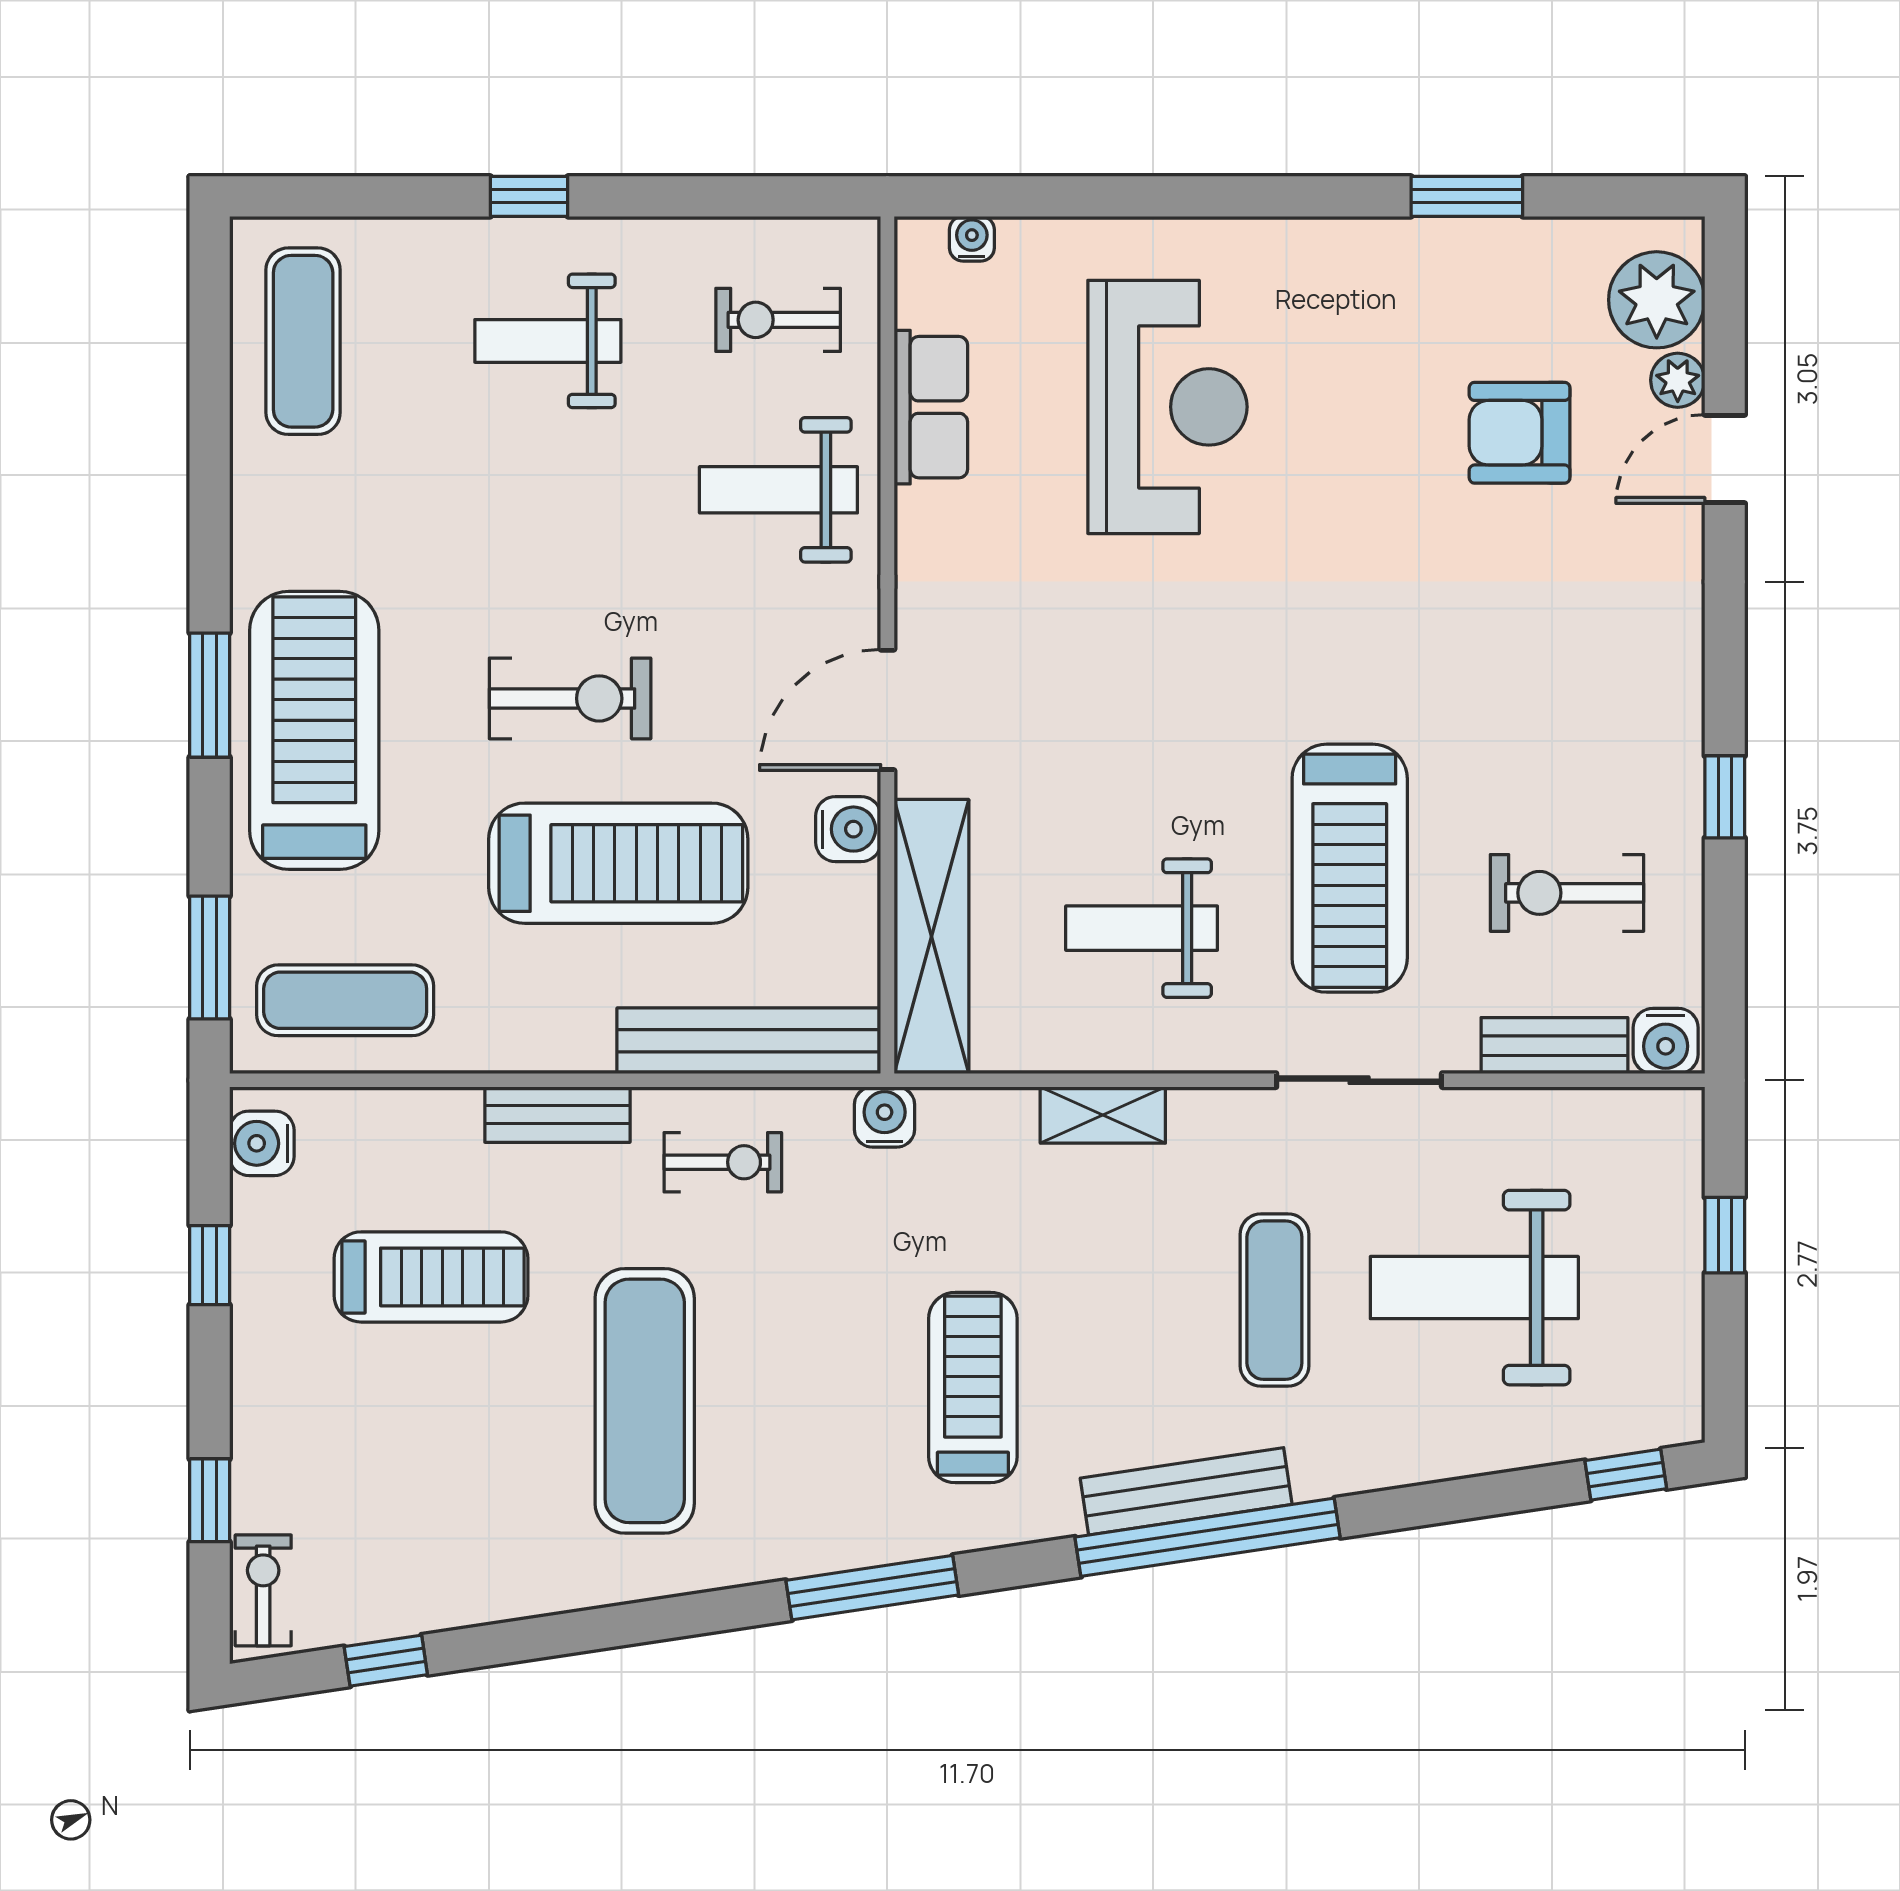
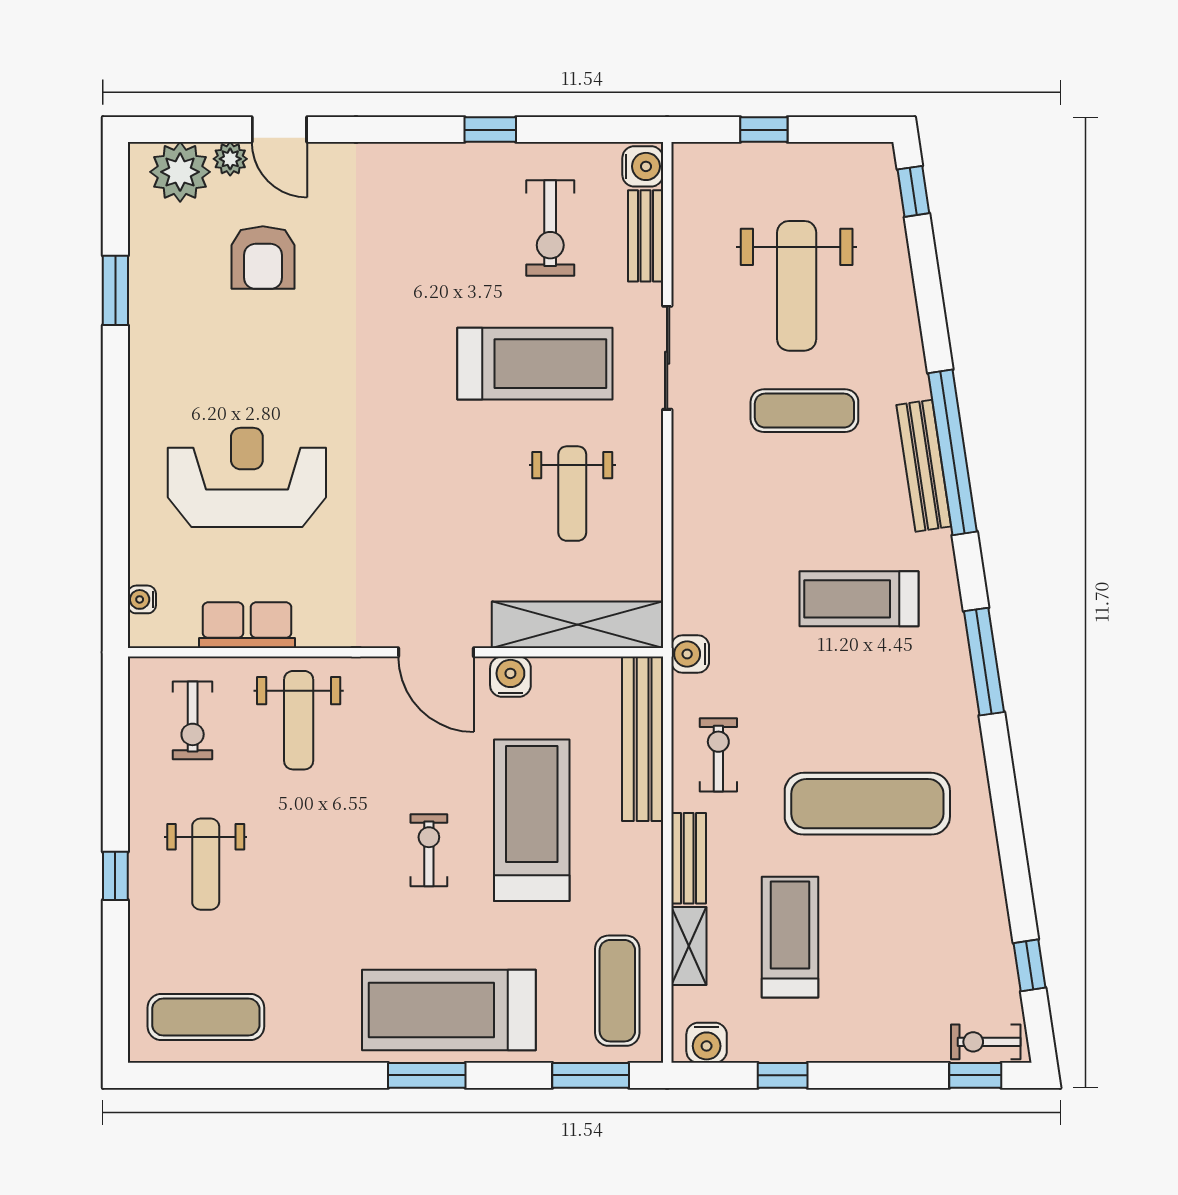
exercise bike: (570, 698) -> (429, 850), width x0.73, depth x0.72
shelving: (1103, 1115) -> (689, 946), moved
window: (210, 1500) -> (975, 1075), moved

